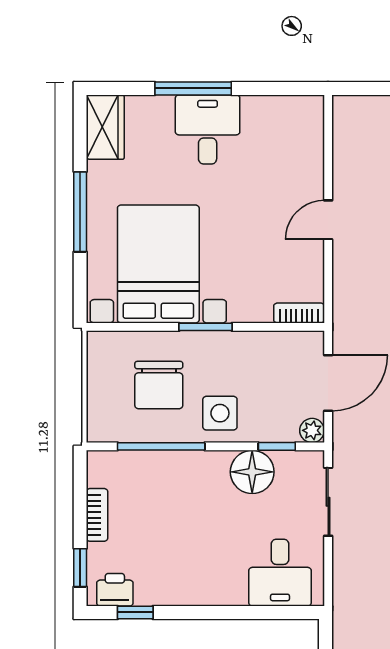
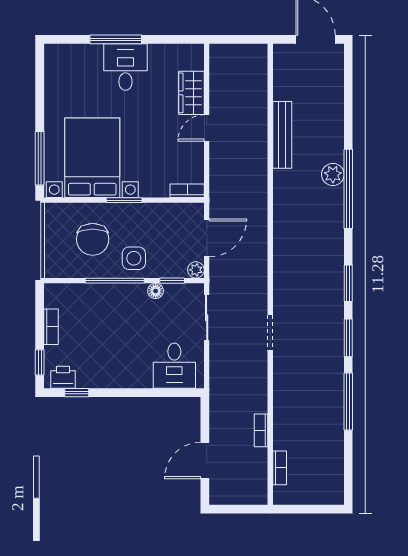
wardrobe: (105, 127) -> (191, 93), moved, turned 180
window: (80, 212) -> (40, 158), moved
window: (161, 446) -> (115, 281), moved
floor lamp: (252, 472) -> (156, 291), width x0.53, depth x0.53

